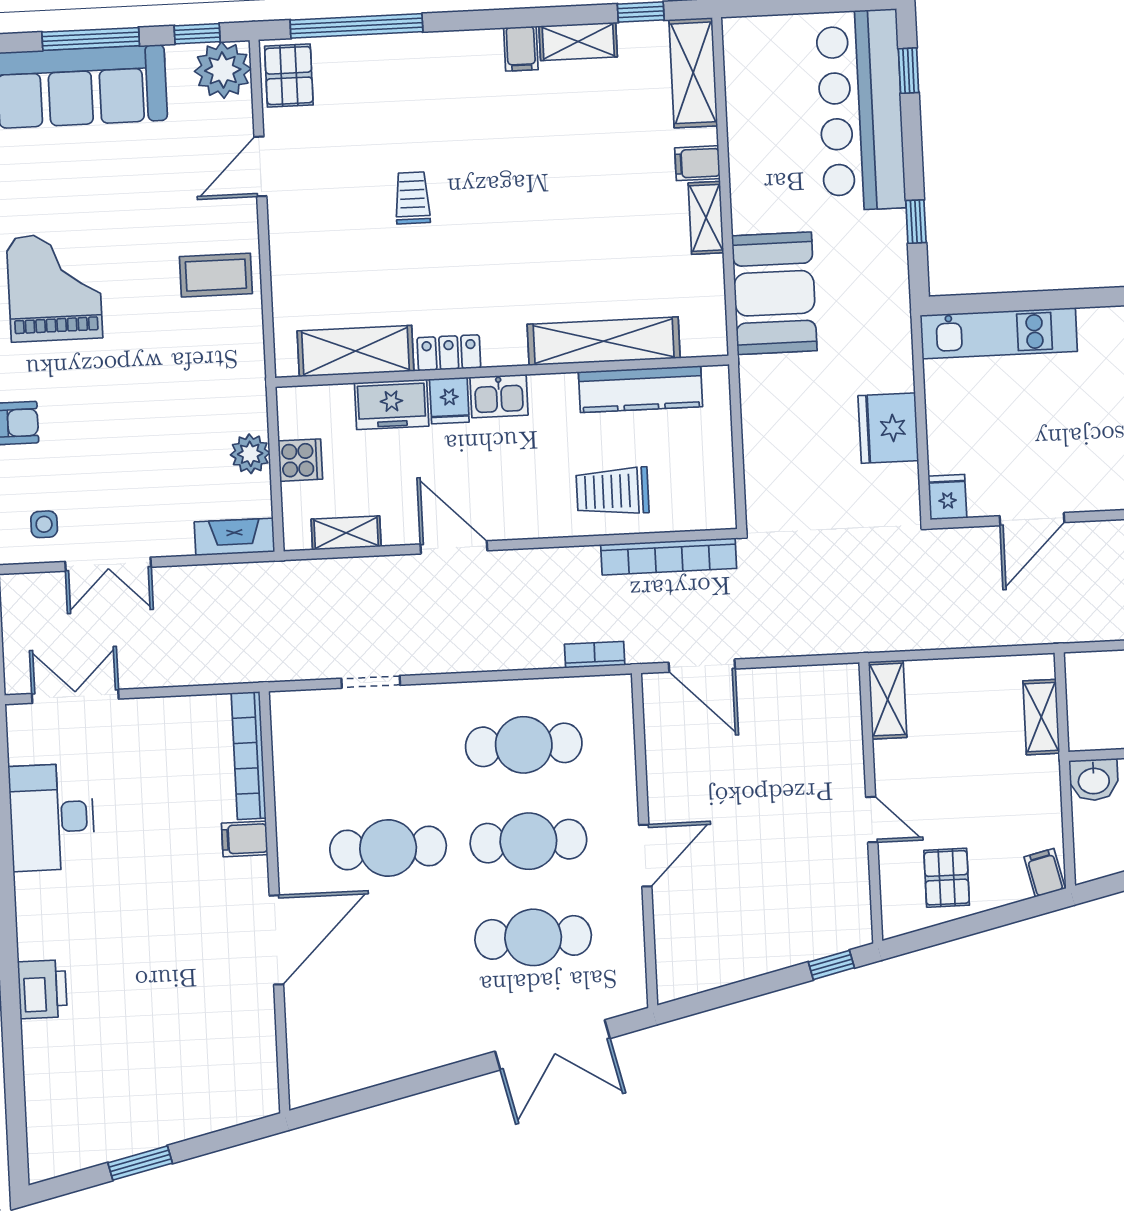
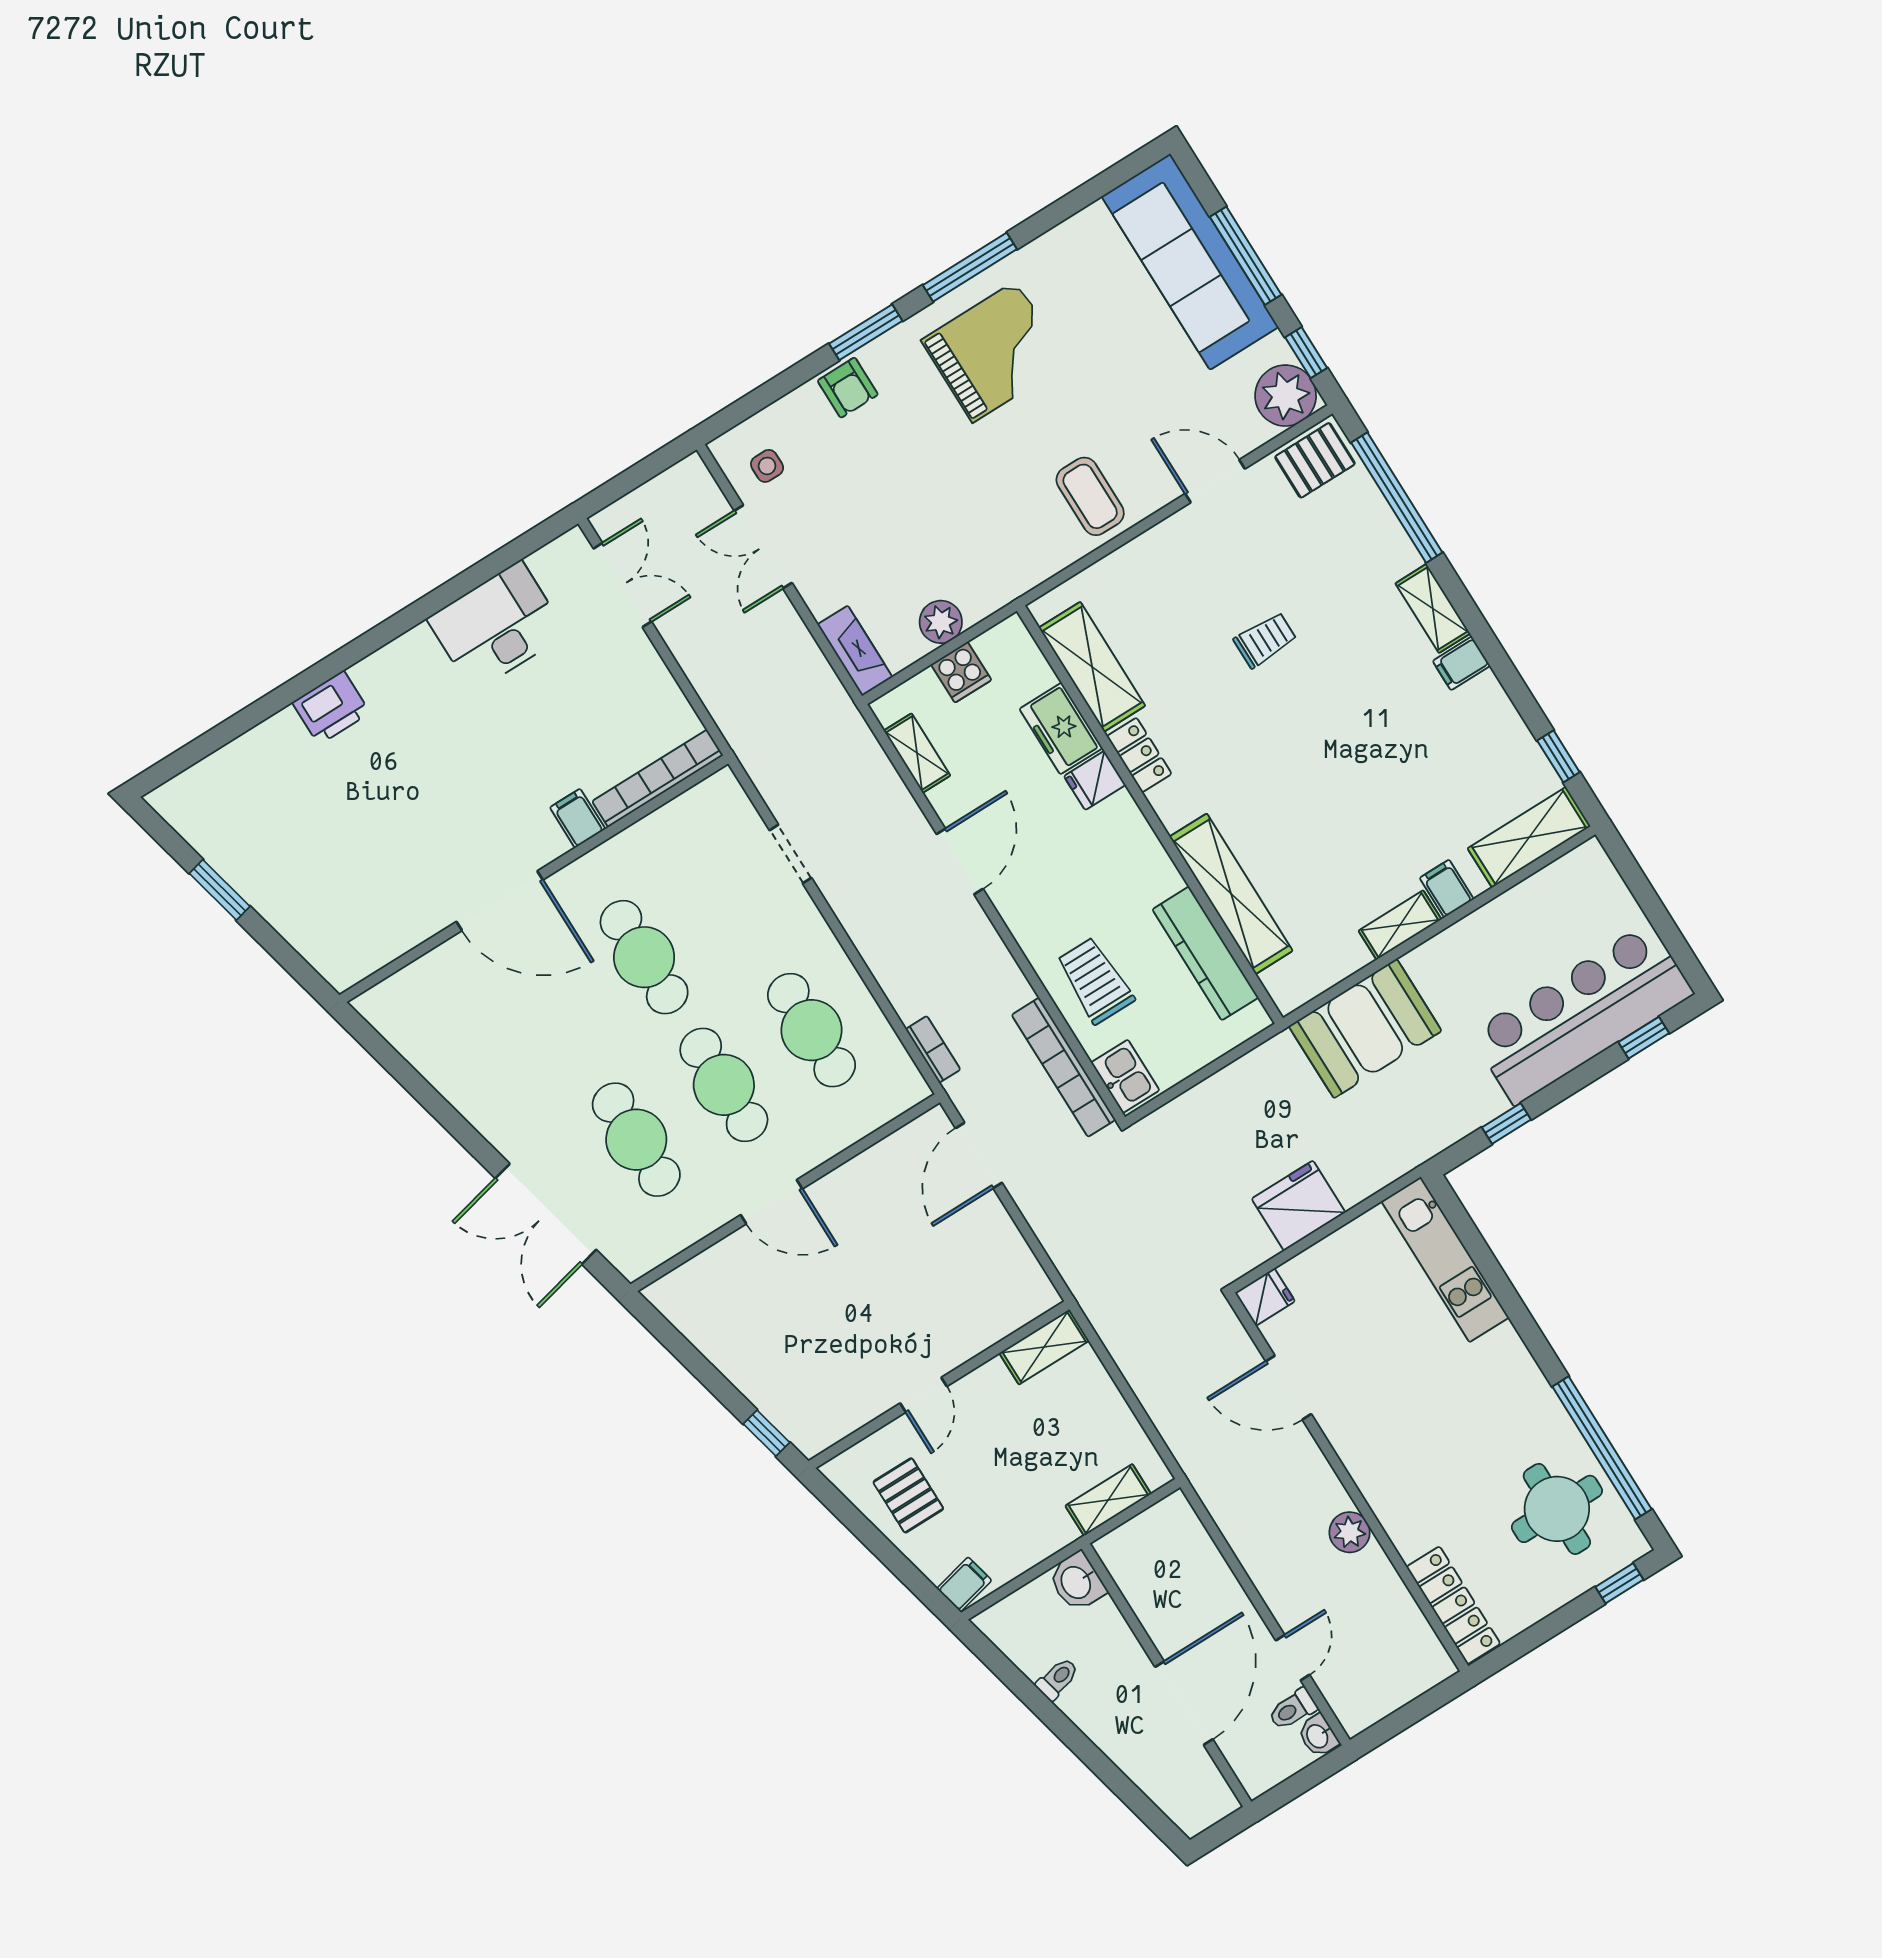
shelving: (578, 41) -> (1433, 608), moved
kitchen sink: (499, 396) -> (1125, 1076), moved, turned 180
pallet: (947, 878) -> (908, 1495), turned 90

